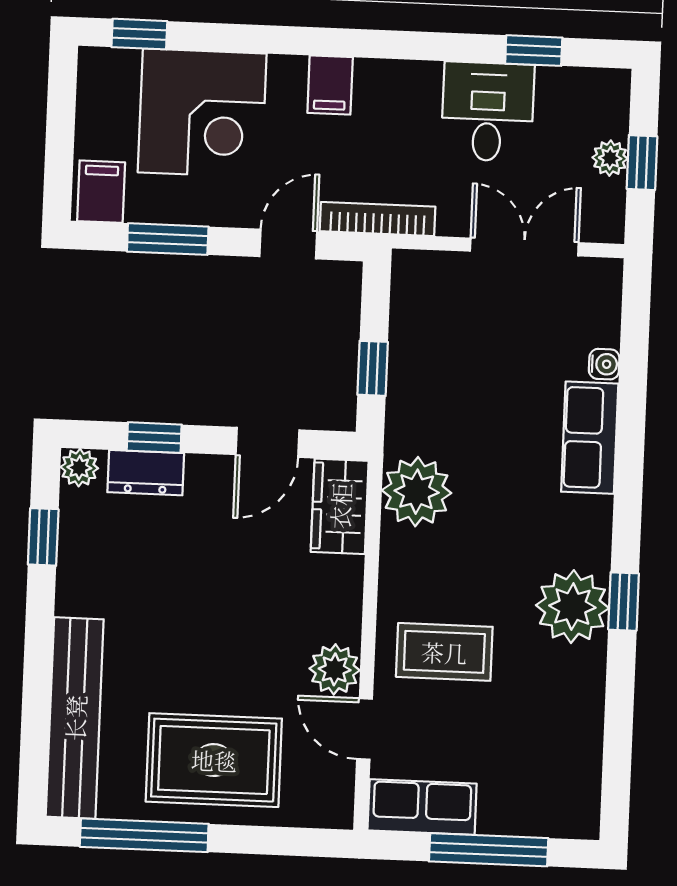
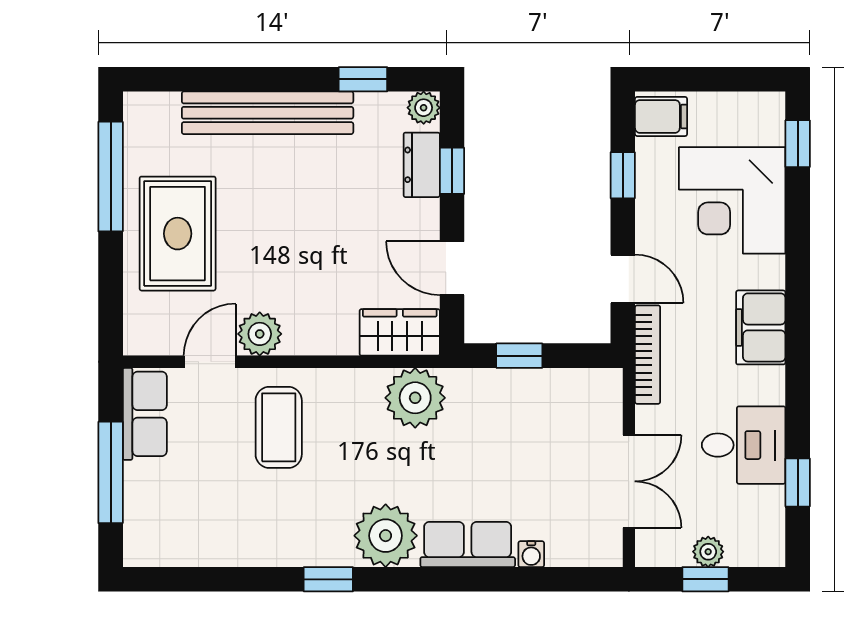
filing cabinet: (330, 85) -> (761, 327), width x2.00
window: (168, 239) -> (623, 175), width x0.67
plant: (572, 607) -> (386, 536), moved
bench: (75, 718) -> (268, 113), moved

